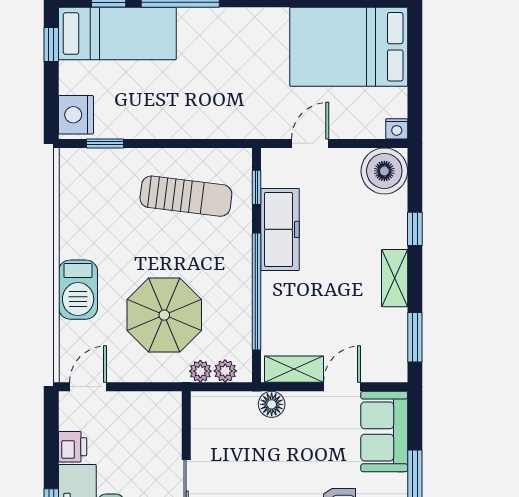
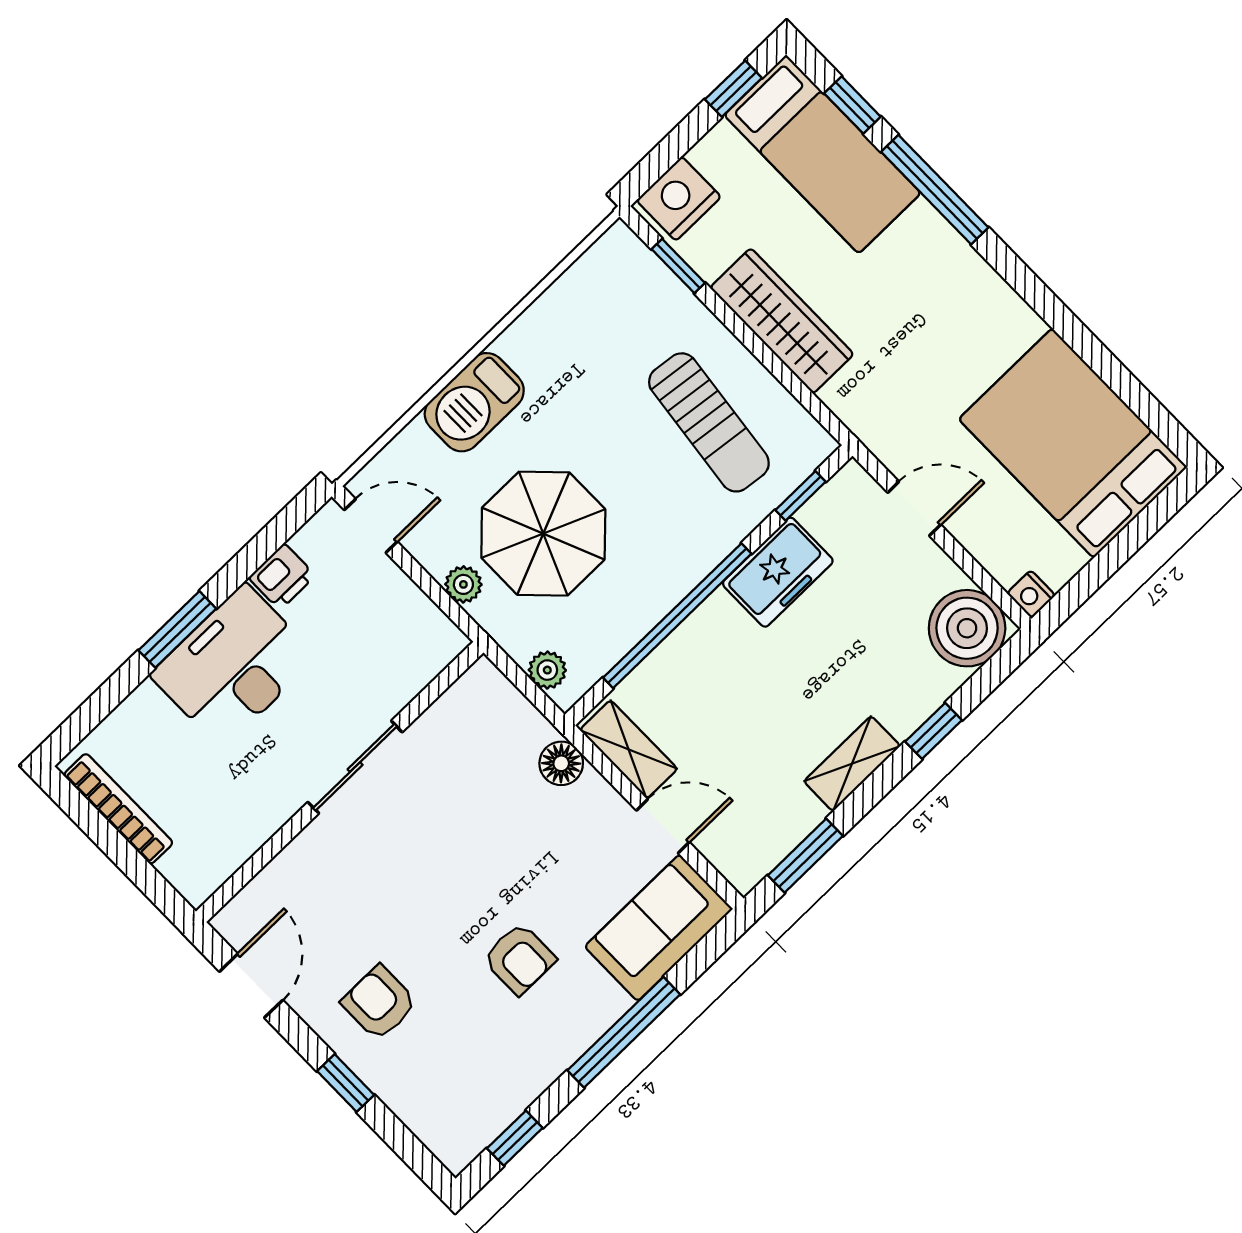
wardrobe: (173, 122) -> (782, 321), added
freezer: (280, 229) -> (778, 572), width x0.71
plant: (200, 371) -> (463, 584), moved

